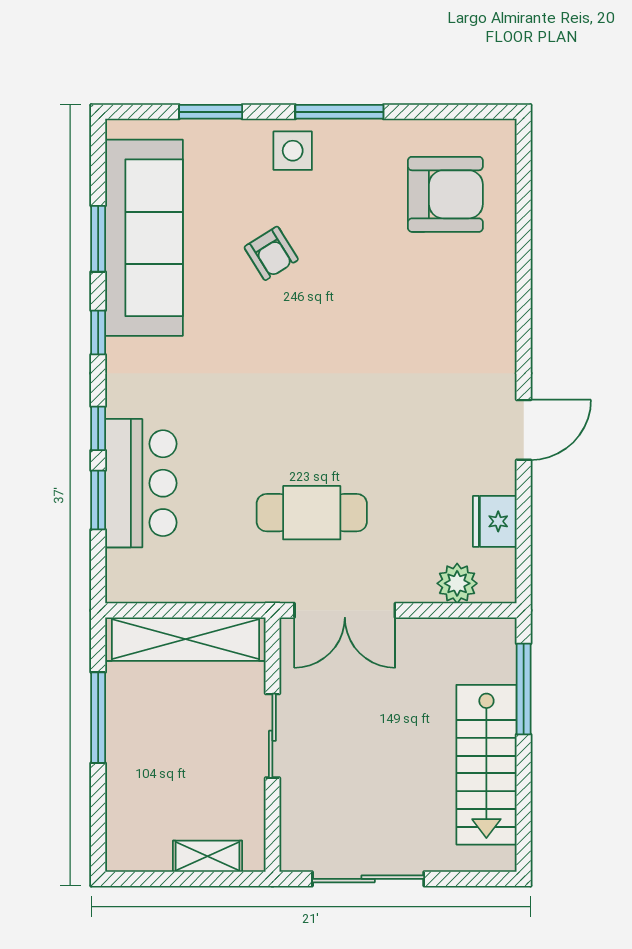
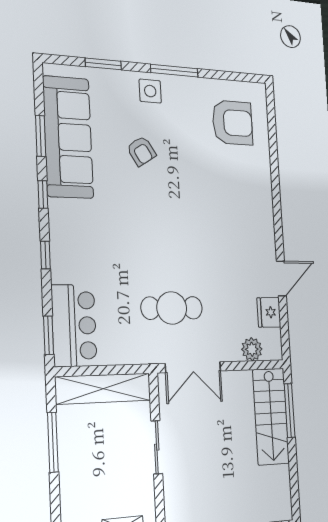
door: (524, 430) -> (281, 279), moved
bar counter: (141, 483) -> (74, 326), moved
window: (98, 500) -> (49, 335), moved
stairs: (486, 765) -> (271, 416), moved

